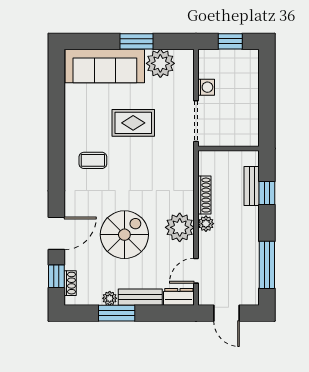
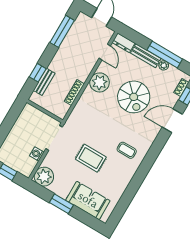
plant: (160, 63) -> (44, 177), moved
sofa: (105, 66) -> (88, 200), width x0.73
plant: (206, 224) -> (83, 76), removed
spiral stairs: (124, 235) -> (134, 97), turned -90
door: (196, 271) -> (105, 52), hinge flipped
window: (117, 313) -> (165, 54), width x1.44

